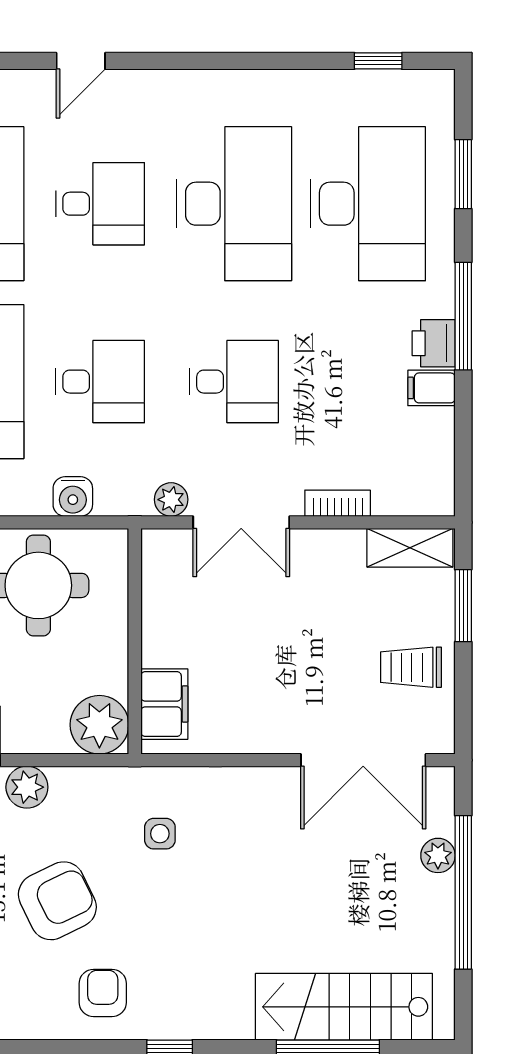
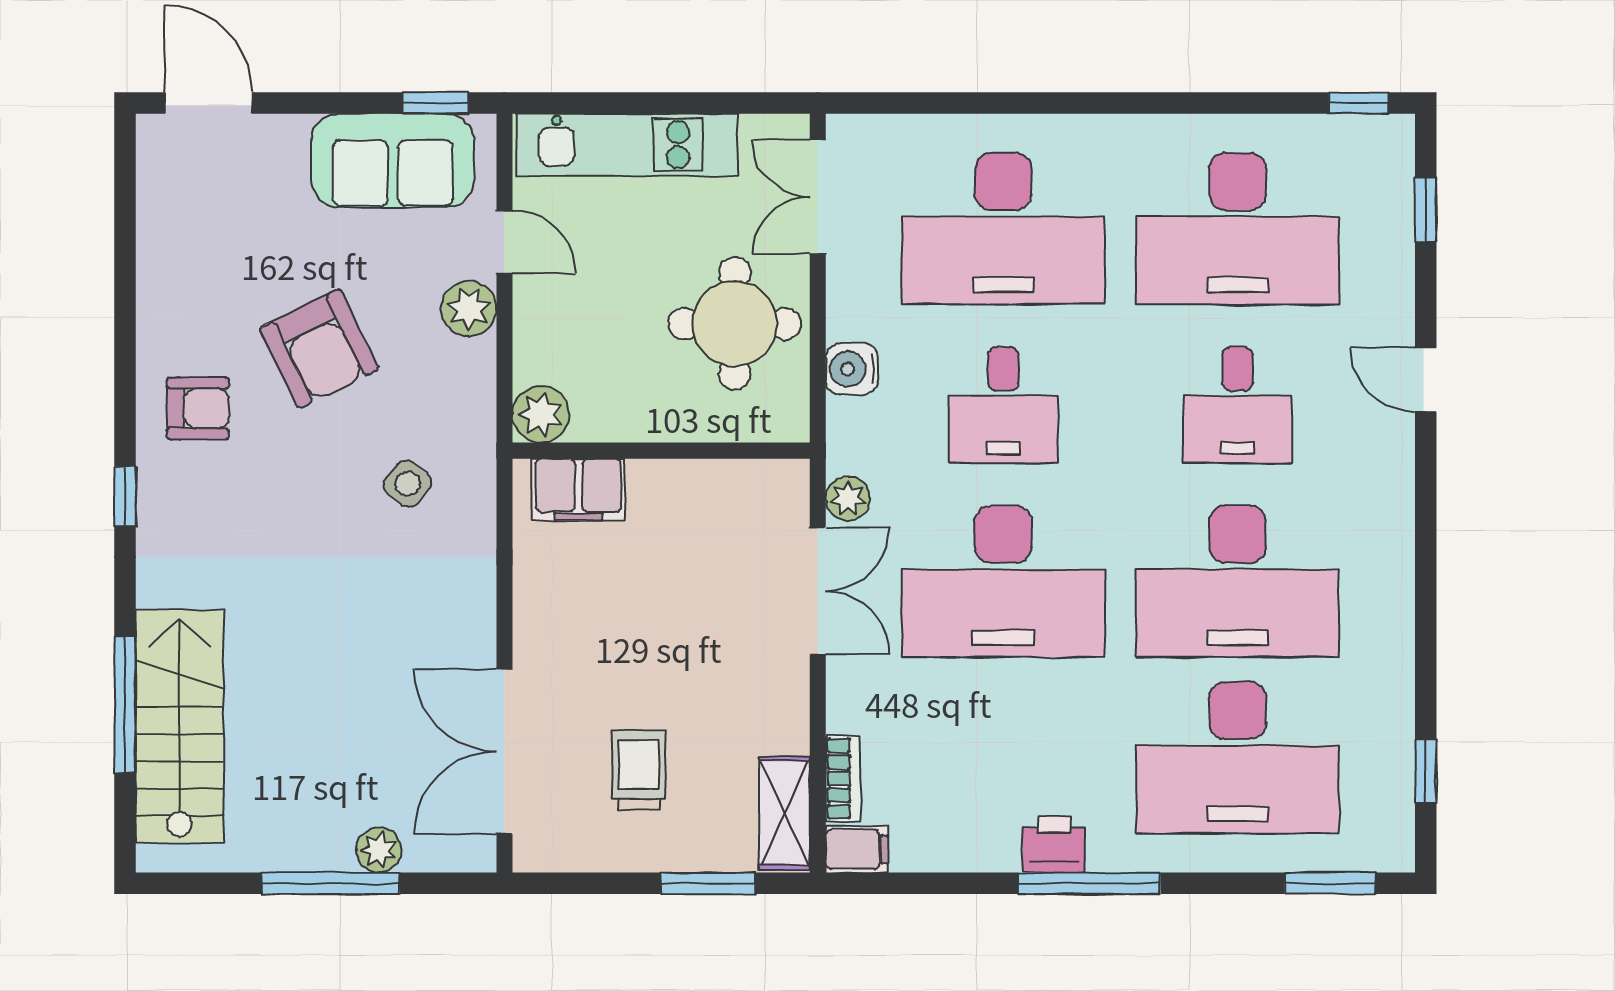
window: (463, 174) -> (1330, 883), moved
desk: (234, 382) -> (1003, 581), width x1.87, depth x1.30
filing cabinet: (431, 388) -> (857, 849), moved, turned 90
bookcase: (338, 503) -> (843, 778), moved
double door: (241, 522) -> (818, 591), swing flipped
trolley: (411, 667) -> (639, 770), moved
plant: (99, 725) -> (541, 414), width x0.73, depth x0.73
side table: (160, 834) -> (408, 484), turned 38
window: (463, 892) -> (330, 883), width x0.68

